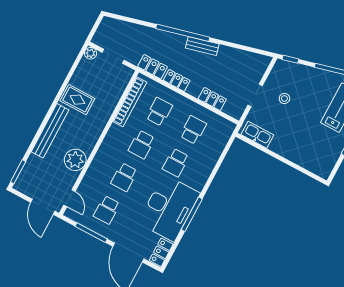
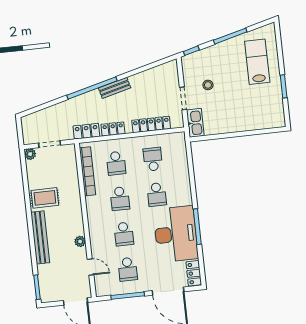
locker: (212, 99) -> (151, 124), width x1.53
school desk: (159, 112) -> (116, 163), turned 180
kitchen sink: (257, 135) -> (195, 123), moved, turned 90
plant: (75, 160) -> (80, 241), width x0.53, depth x0.53
door: (69, 198) -> (90, 267), moved

